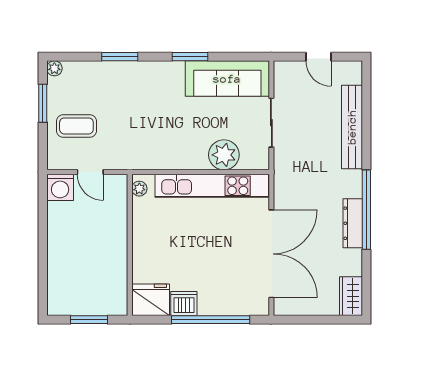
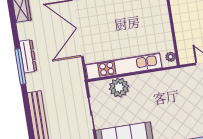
window: (366, 210) -> (20, 66), width x0.68

